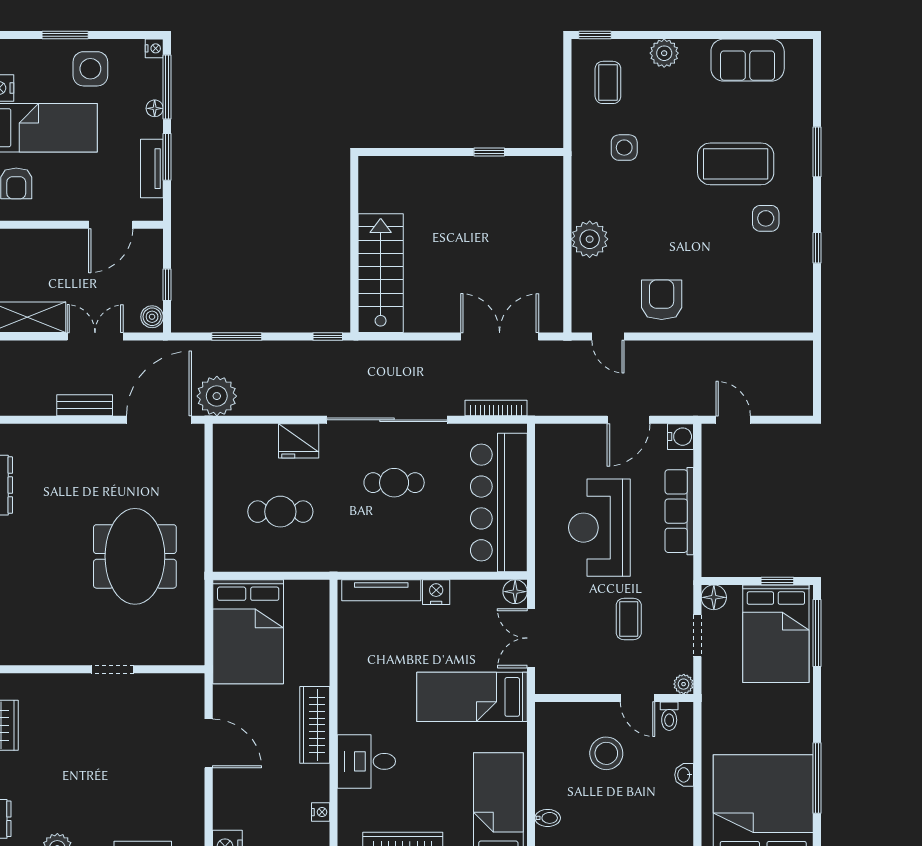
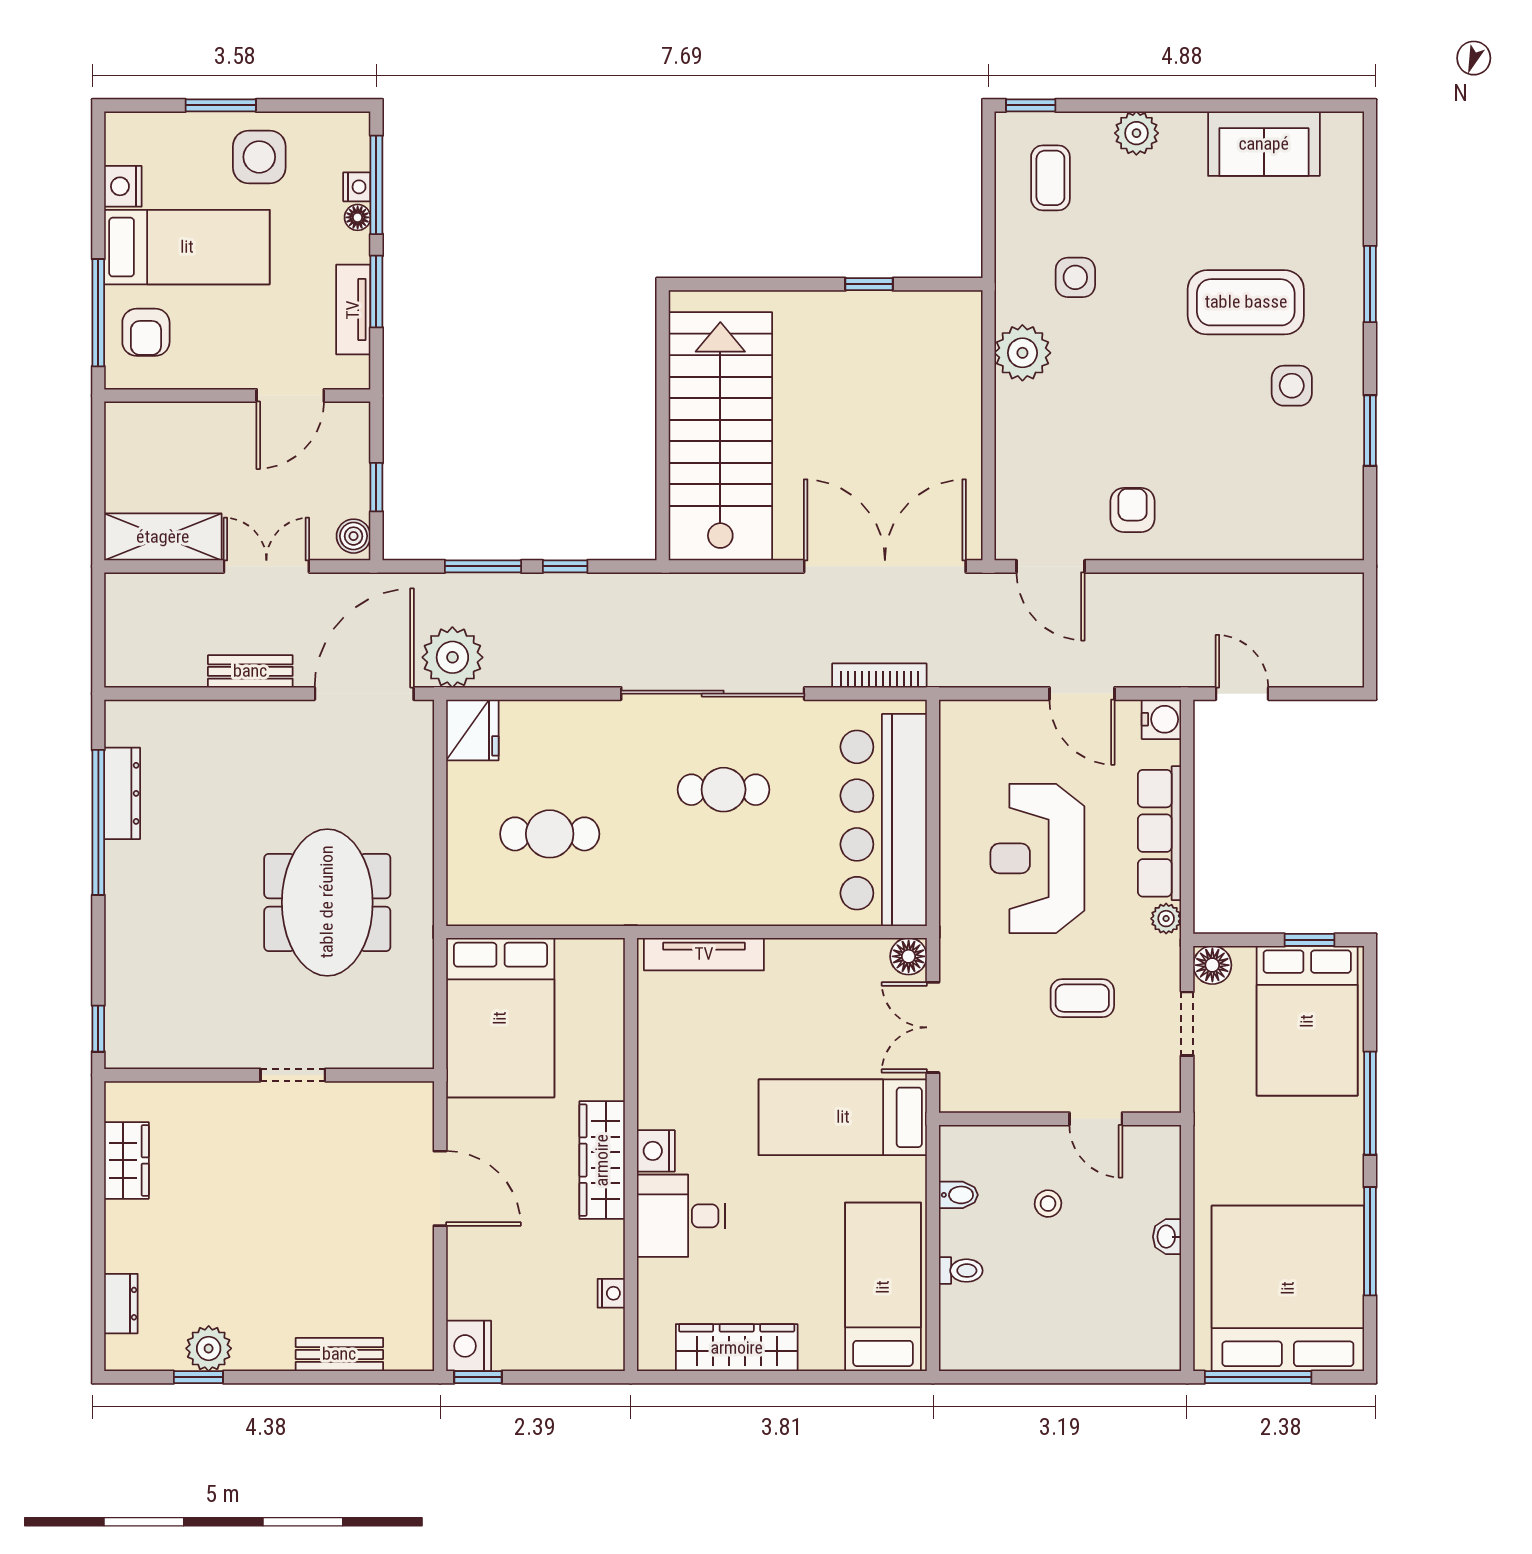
nightstand: (154, 48) -> (357, 187), moved
plant: (590, 239) -> (1022, 353), moved
window: (817, 248) -> (1370, 430), width x1.50
stairs: (381, 273) -> (720, 436), width x1.36, depth x1.51
armchair: (662, 300) -> (1133, 510), width x0.72, depth x0.72
window: (328, 337) -> (565, 566), moved
double door: (500, 337) -> (885, 566), width x1.36
door: (608, 337) -> (1051, 566), width x1.38
door: (629, 420) -> (1082, 694), hinge flipped
fridge: (299, 441) -> (472, 730), moved, turned -90
nightstand: (436, 592) -> (656, 1151), moved, turned -90
coffee table: (629, 619) -> (1082, 998), turned 90
window: (817, 633) -> (1370, 1103), moved
plant: (684, 684) -> (1166, 919), moved
toilet: (669, 716) -> (961, 1271), moved, turned -90
stool: (606, 753) -> (1048, 1204), width x0.53, depth x0.53
bidet: (548, 818) -> (958, 1195), moved

